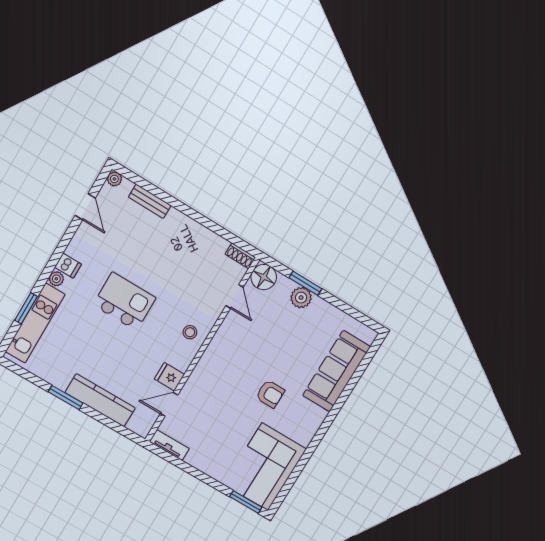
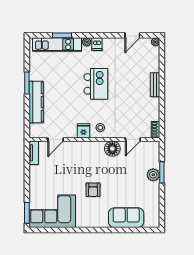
bench: (150, 201) -> (155, 85), moved
floor lamp: (264, 277) -> (112, 149), moved
sofa: (336, 371) -> (126, 218), width x0.73
fridge: (169, 377) -> (83, 131), moved
door: (169, 404) -> (56, 140), swing flipped

